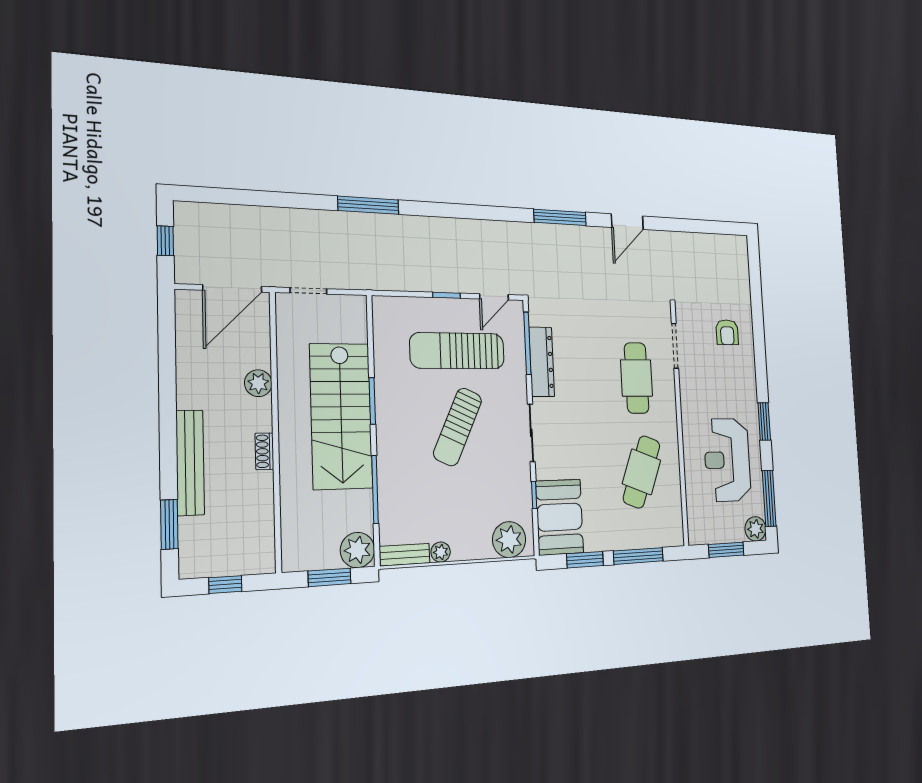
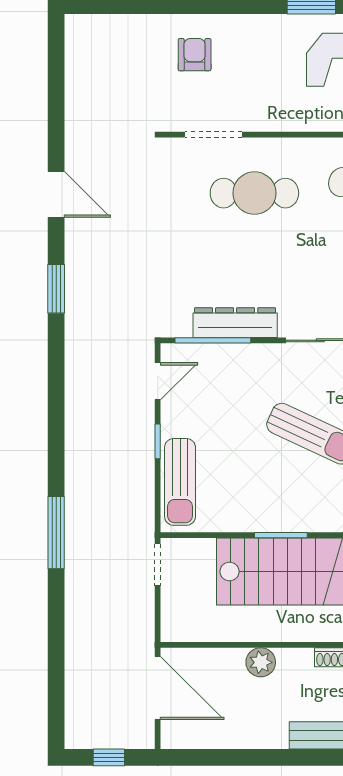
window: (560, 217) -> (56, 289), width x0.69
doorway: (308, 291) -> (158, 565), moved
door: (494, 297) -> (158, 381), hinge flipped
armchair: (727, 332) -> (195, 55), turned -90
sun lounger: (457, 351) -> (180, 482), moved, width x0.73, depth x0.75

